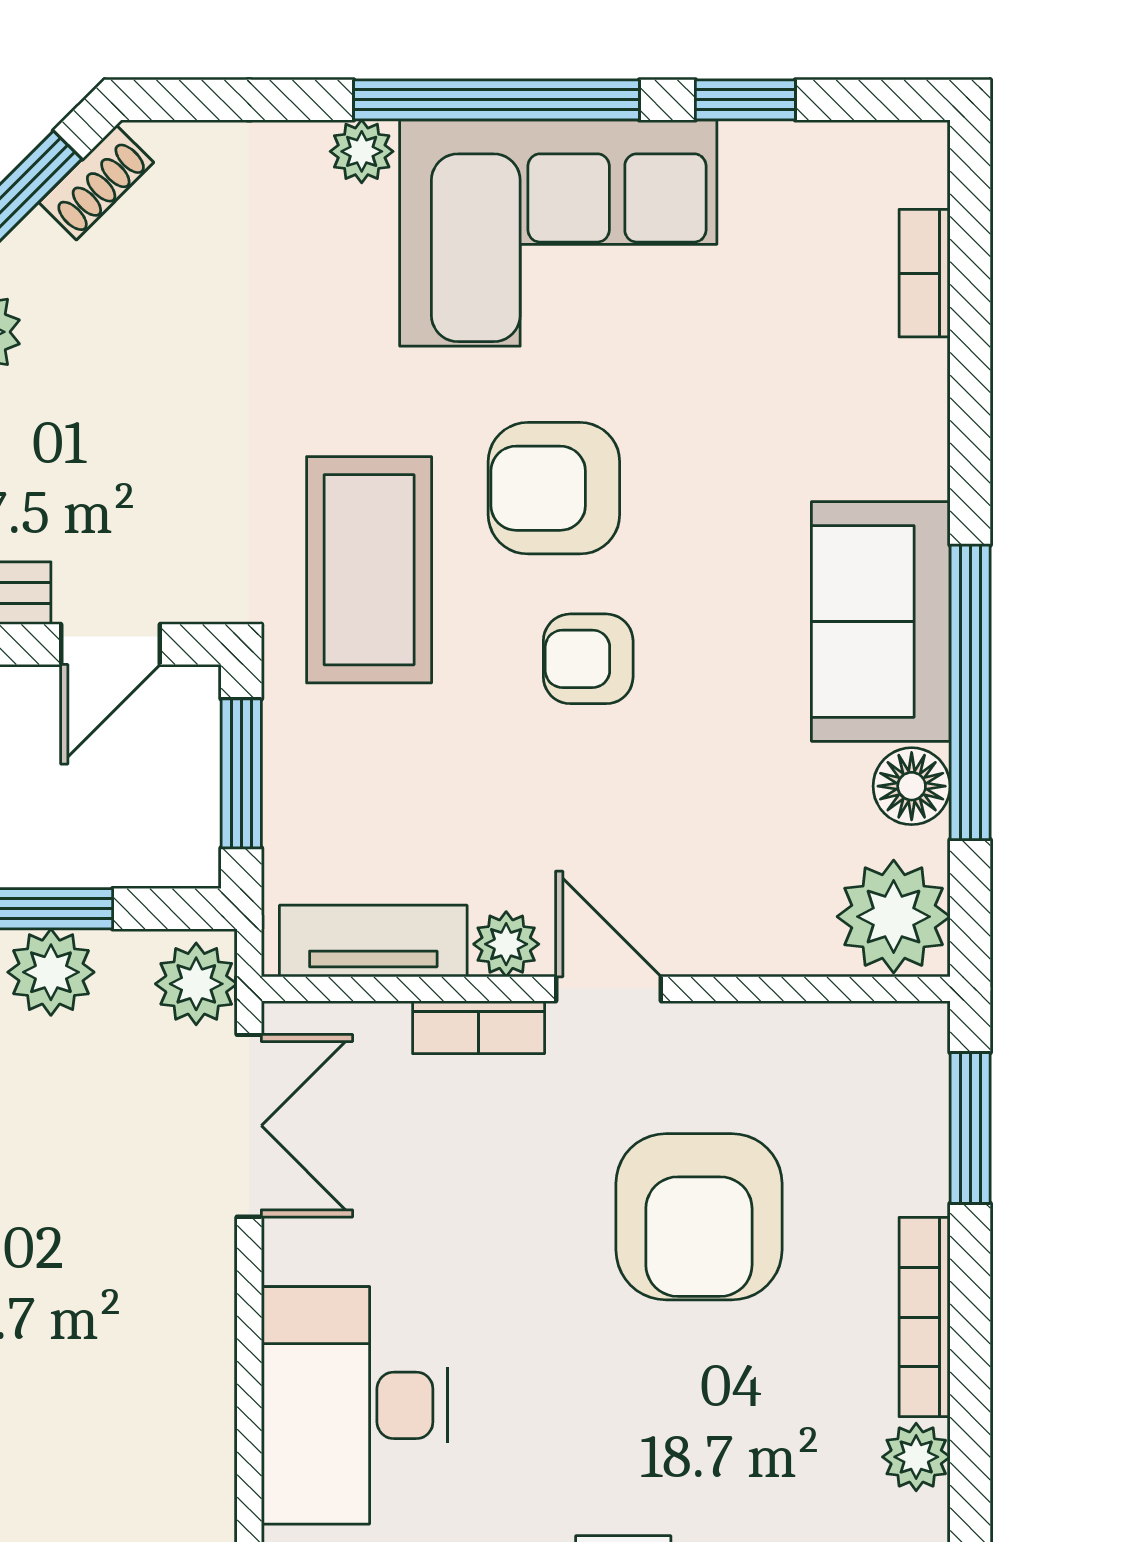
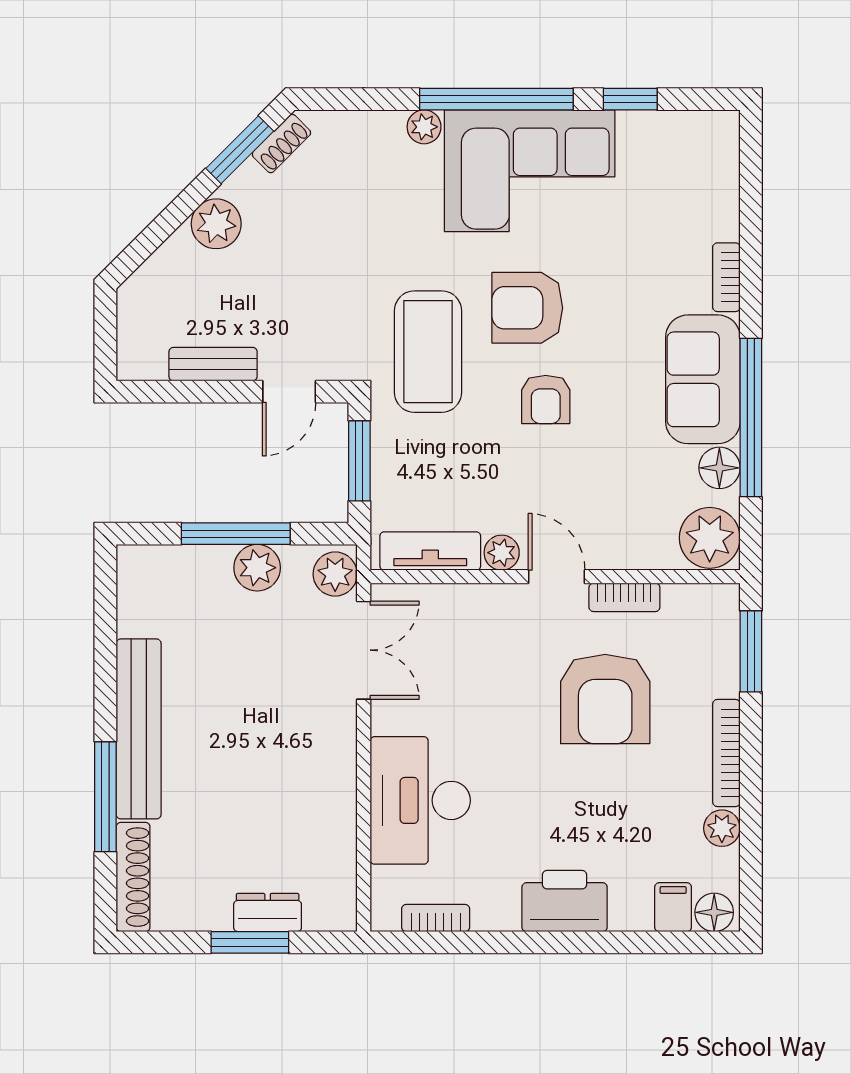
bookcase: (925, 273) -> (726, 277), moved
armchair: (588, 659) -> (546, 399), turned -90
bookcase: (479, 1027) -> (624, 597), moved

